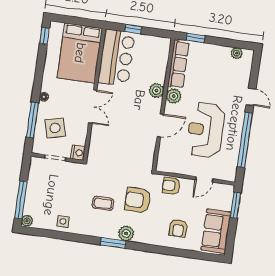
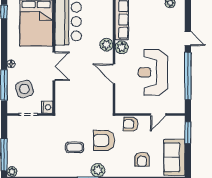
door: (160, 125) -> (114, 74), swing flipped
side table: (63, 221) -> (43, 168), removed

